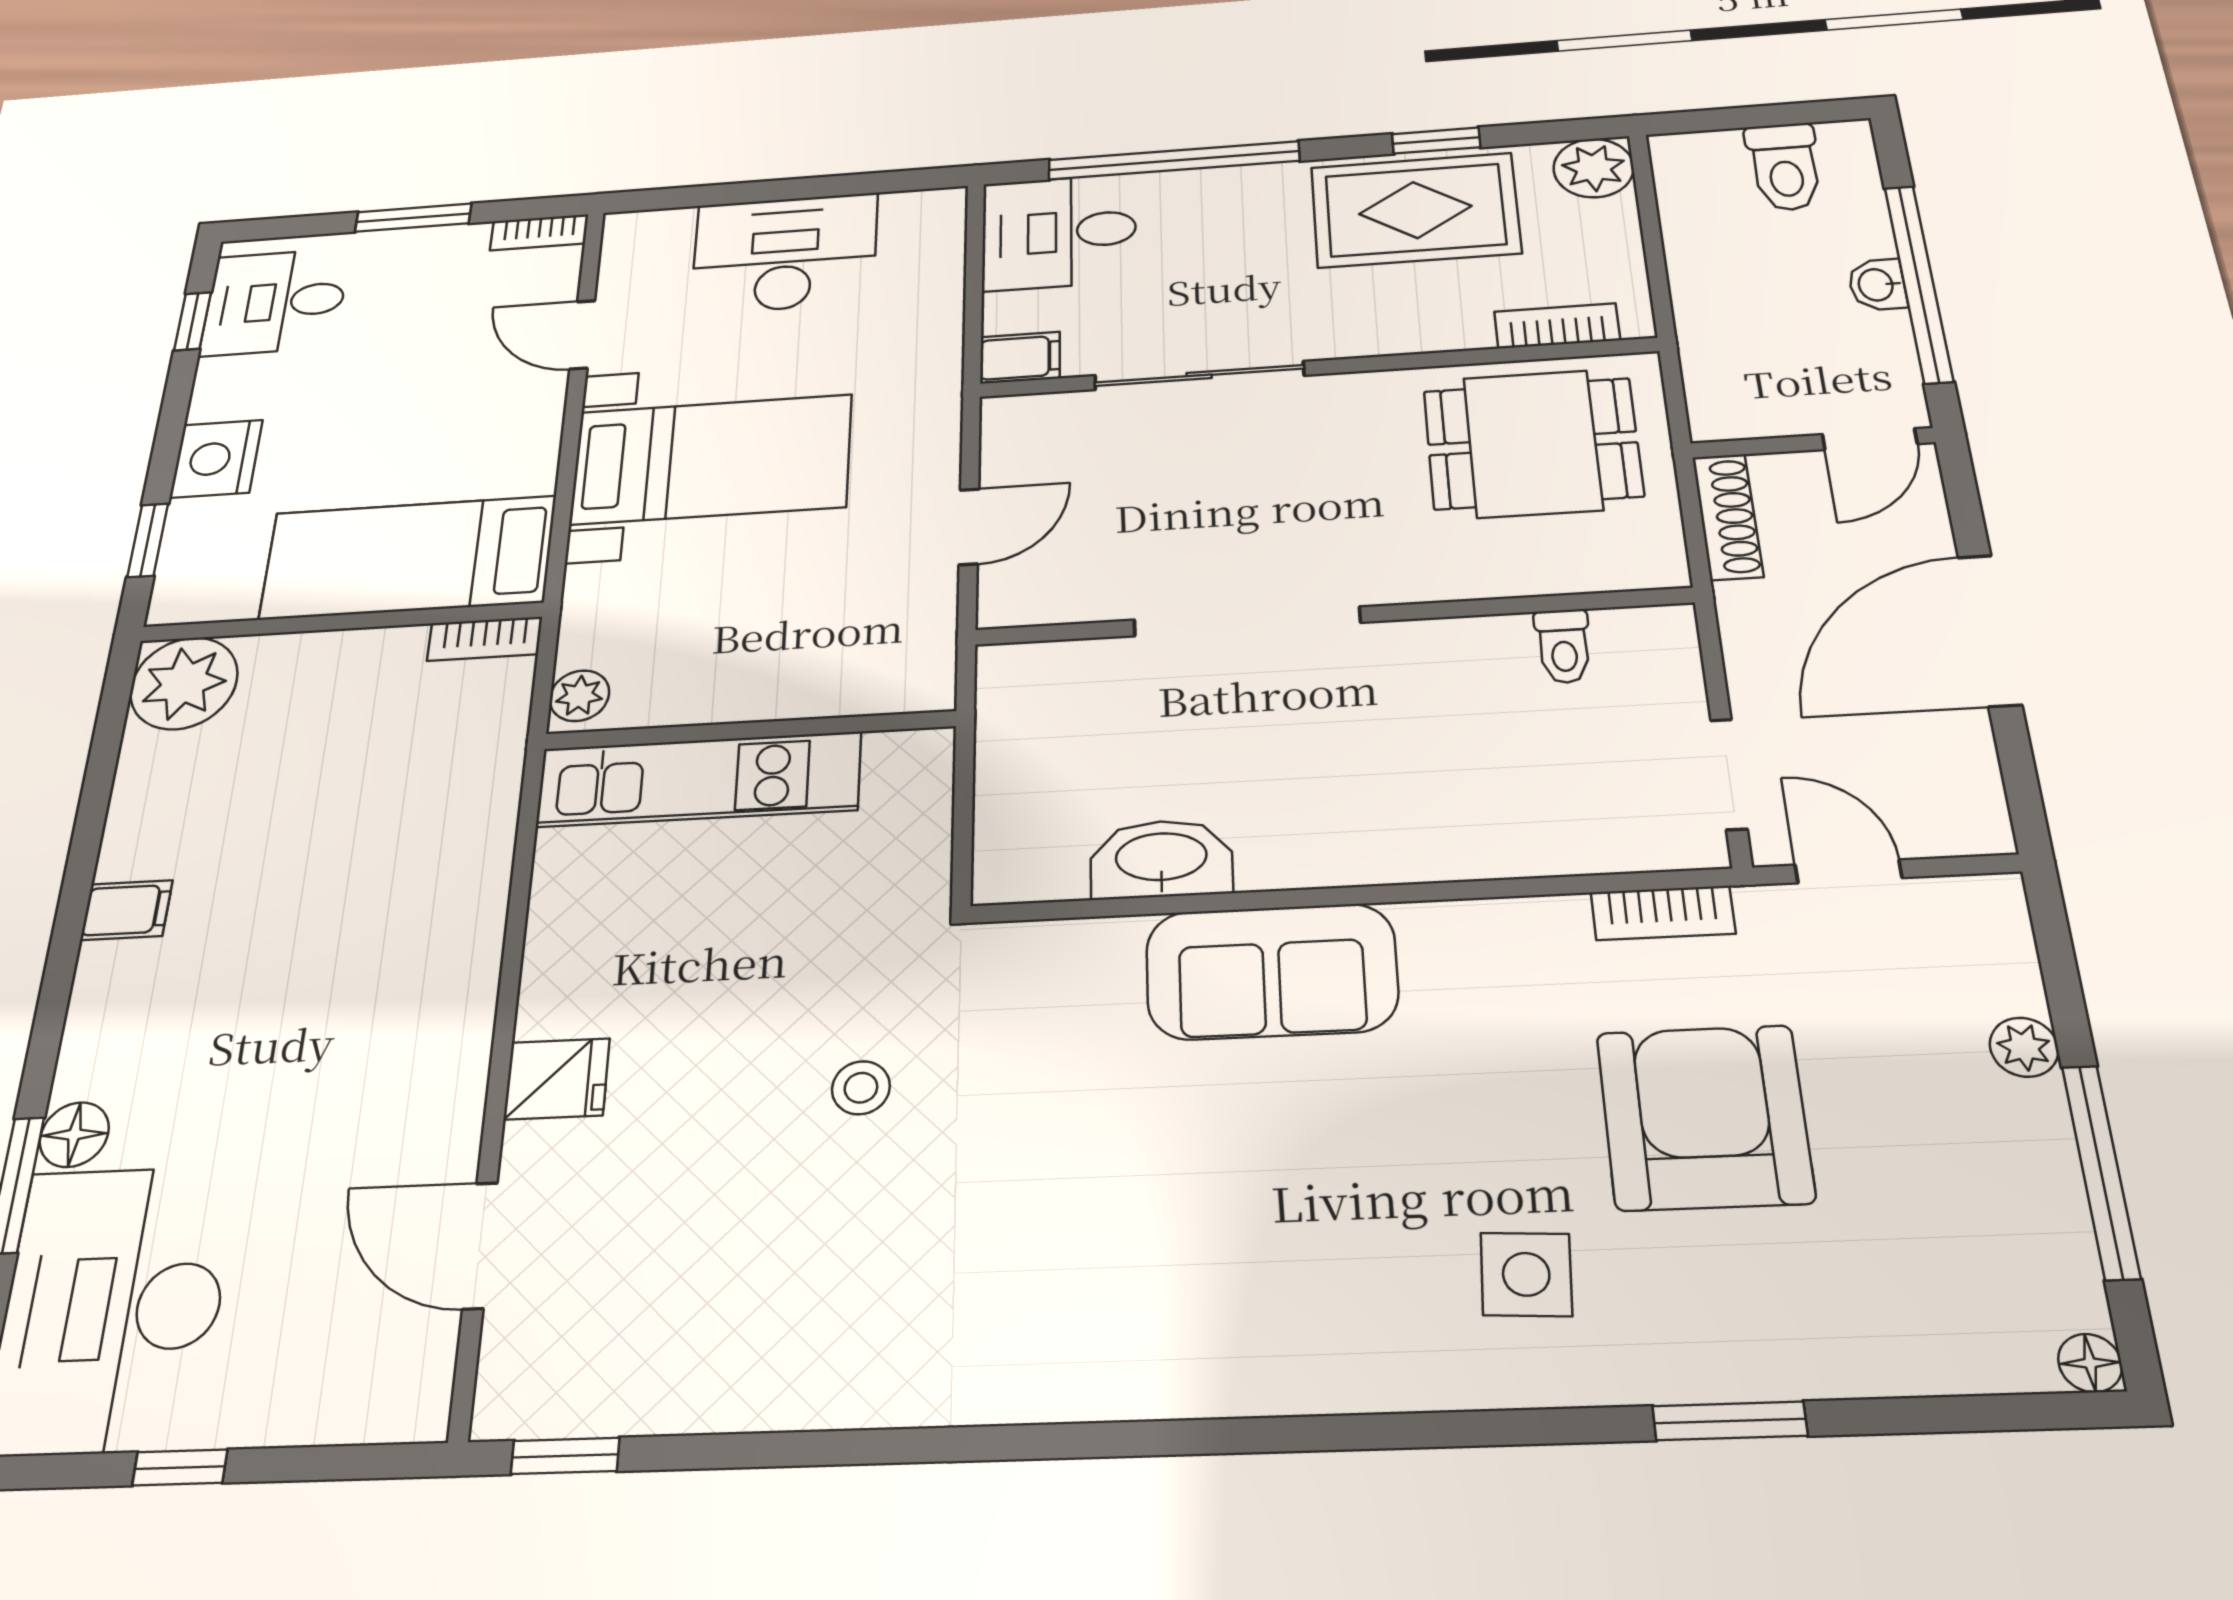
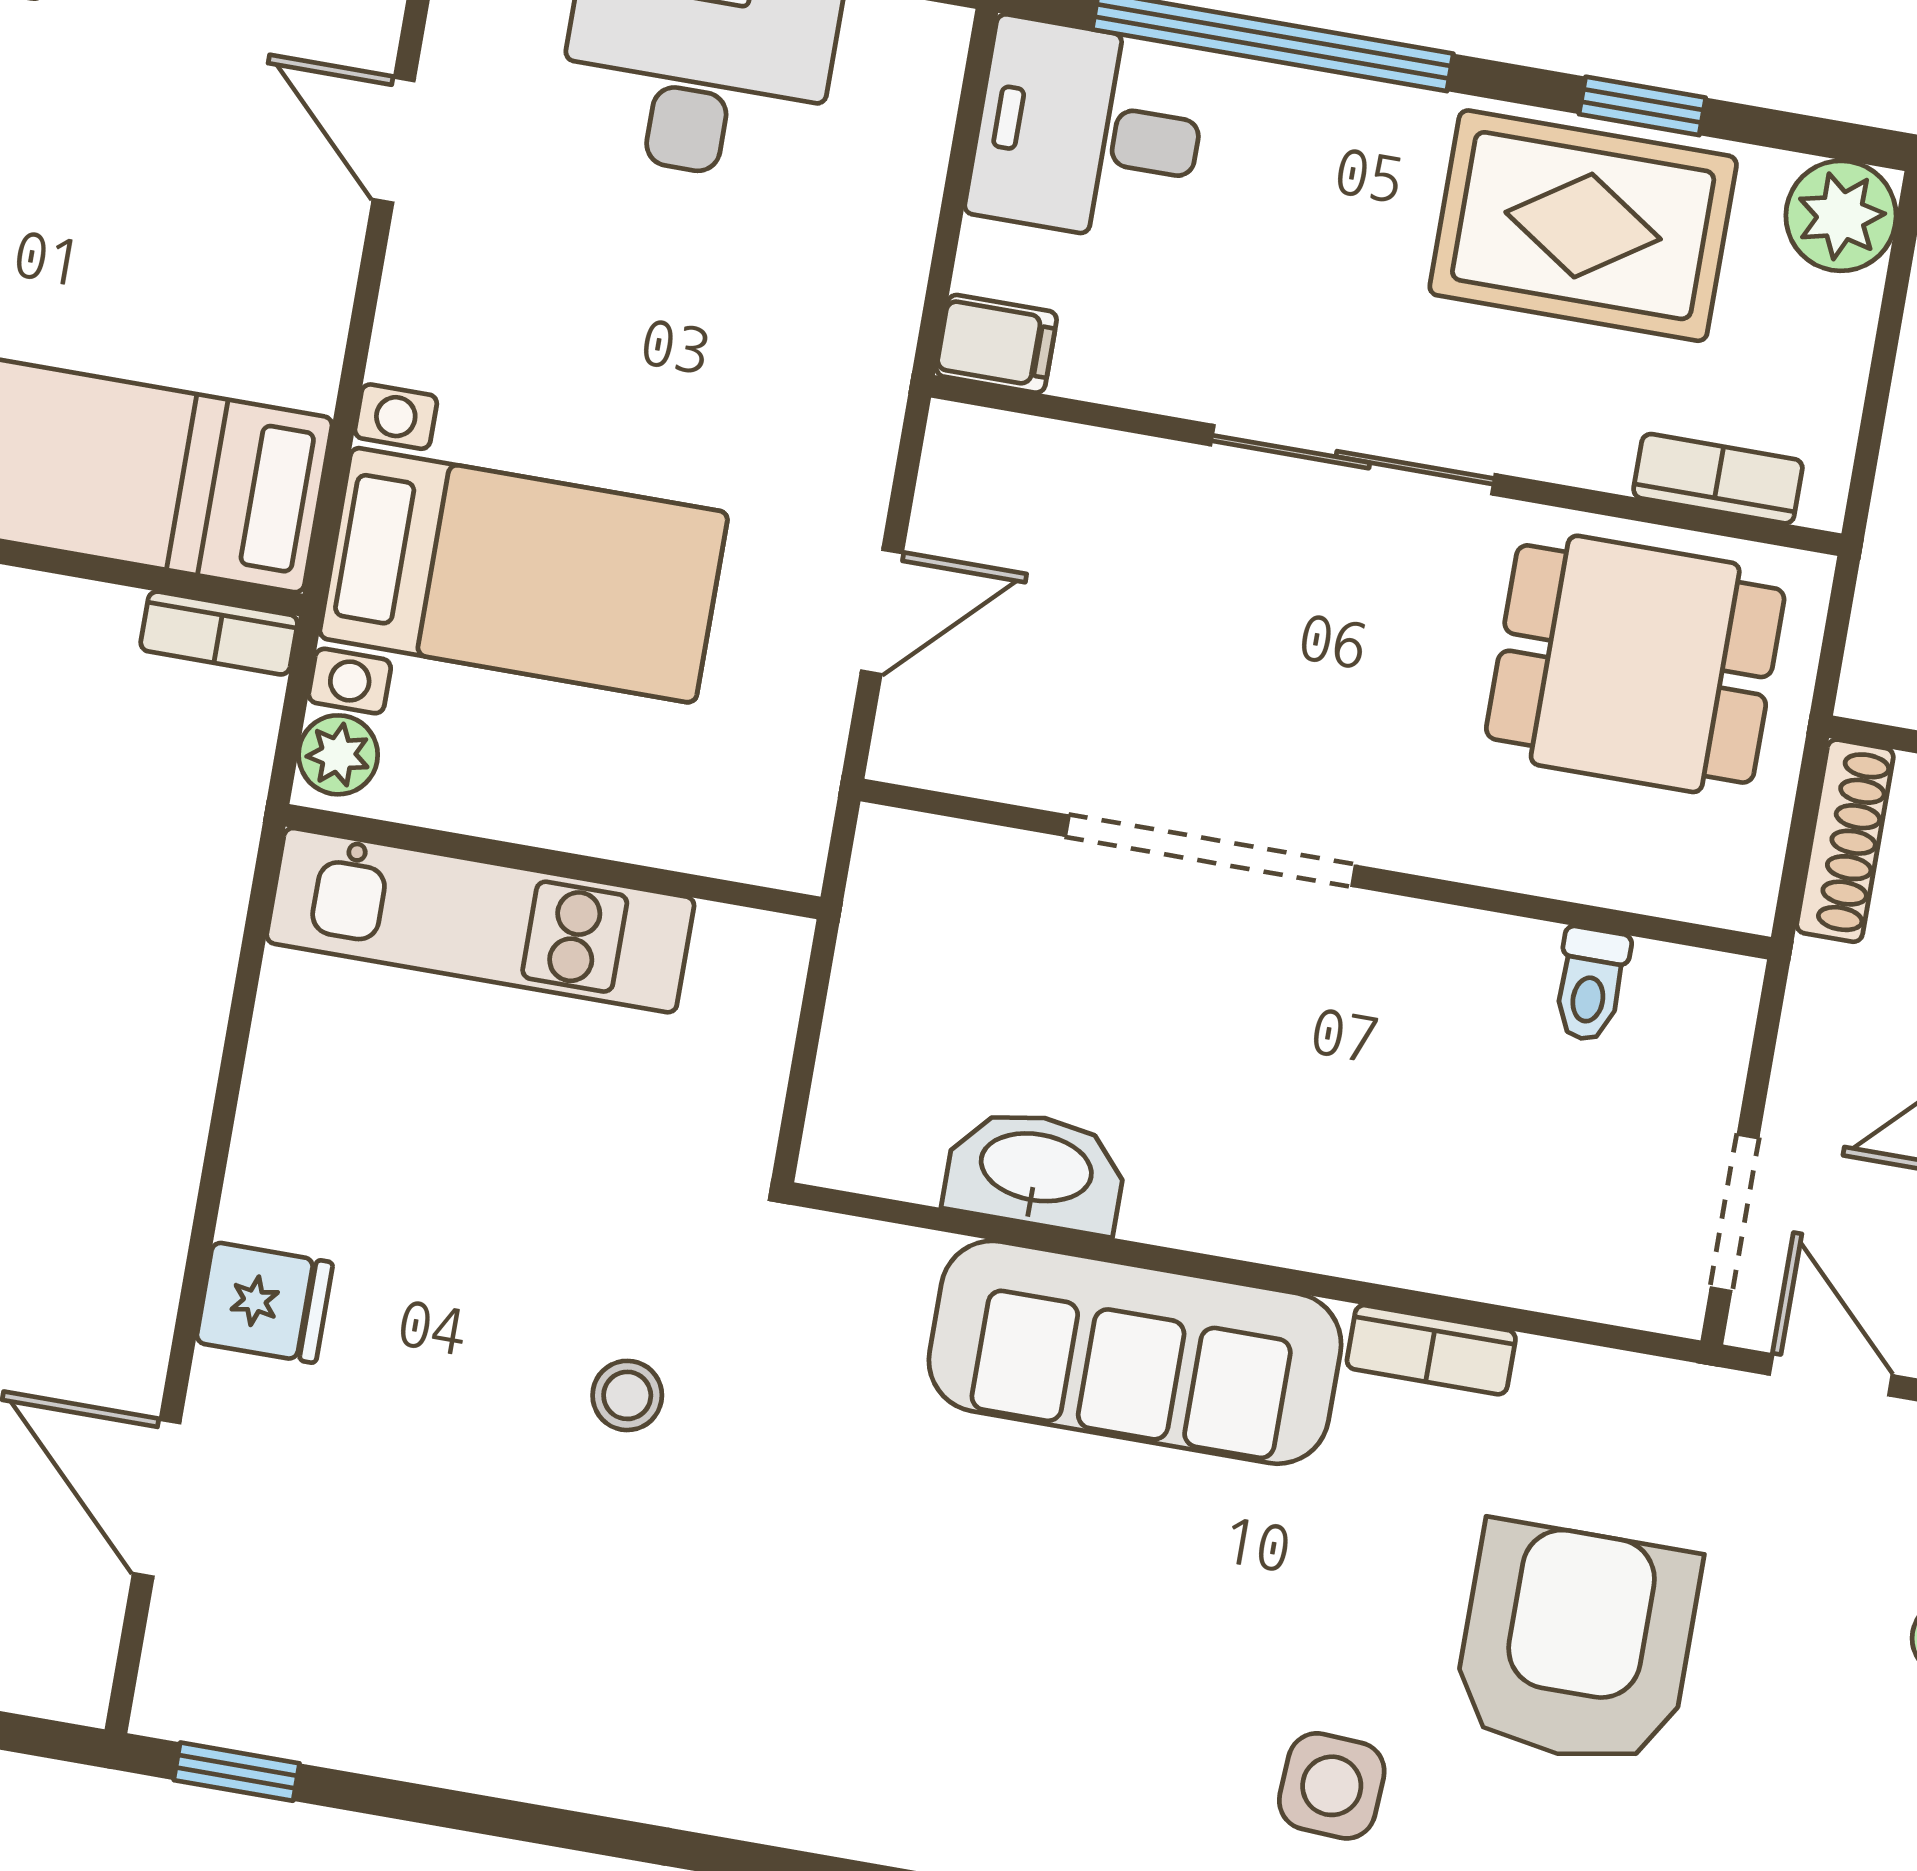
sliding door: (1199, 375) -> (1353, 460), moved
bed with nightstands: (711, 459) -> (524, 575), moved
bookcase: (1663, 913) -> (1431, 1350), moved
sofa: (1271, 971) -> (1135, 1352), width x1.36

